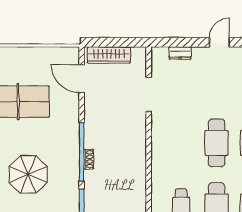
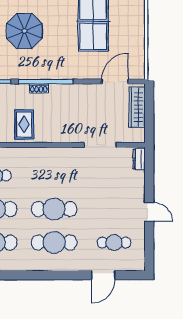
dresser: (180, 53) -> (139, 159), moved
rug: (127, 175) -> (24, 125), added

